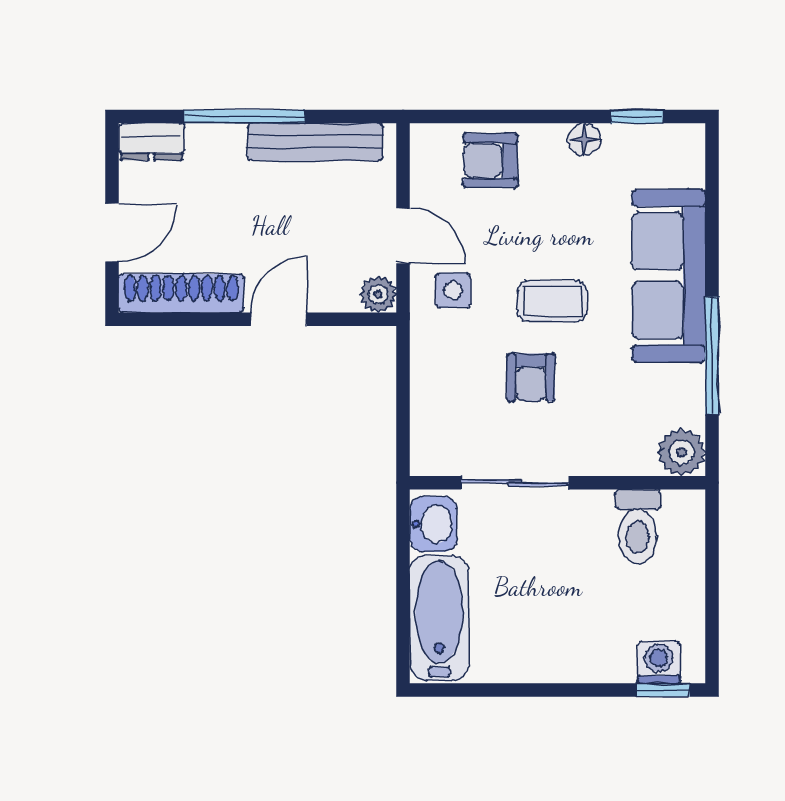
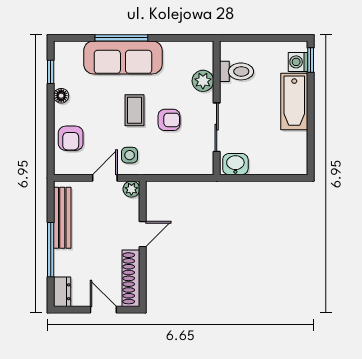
door: (279, 319) -> (143, 234), swing flipped
window: (712, 356) -> (121, 38), moved
plant: (682, 452) -> (203, 81), moved
bathtub: (439, 618) -> (294, 101), moved, turned -90

